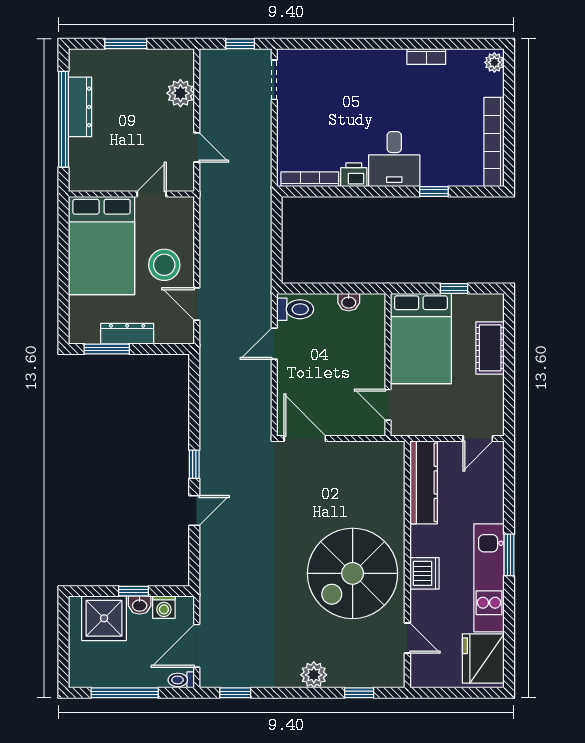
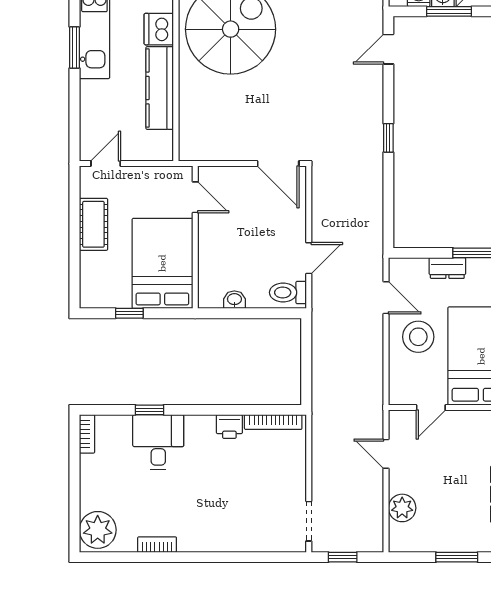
plant: (494, 62) -> (98, 530), width x1.88, depth x1.88
bookcase: (494, 142) -> (87, 434), width x0.43, depth x0.76
desk: (394, 159) -> (158, 442), moved
dresser: (127, 334) -> (447, 268), width x0.70
cot: (490, 348) -> (93, 224), moved
kitchen counter: (424, 482) -> (160, 88), moved
door: (194, 511) -> (388, 49), moved
window: (133, 591) -> (449, 11), width x1.50

